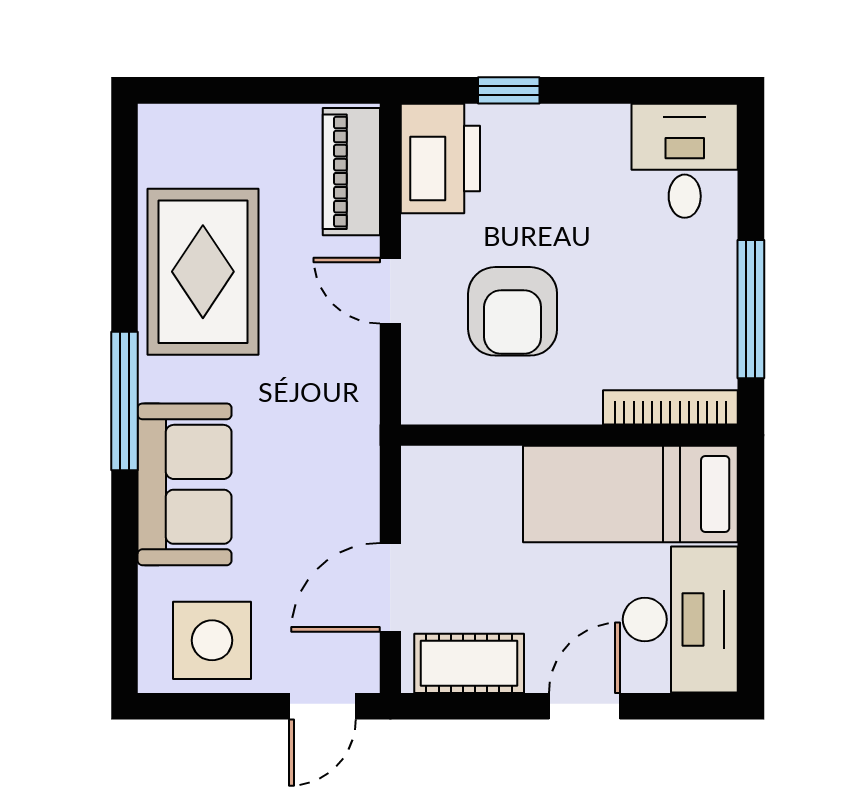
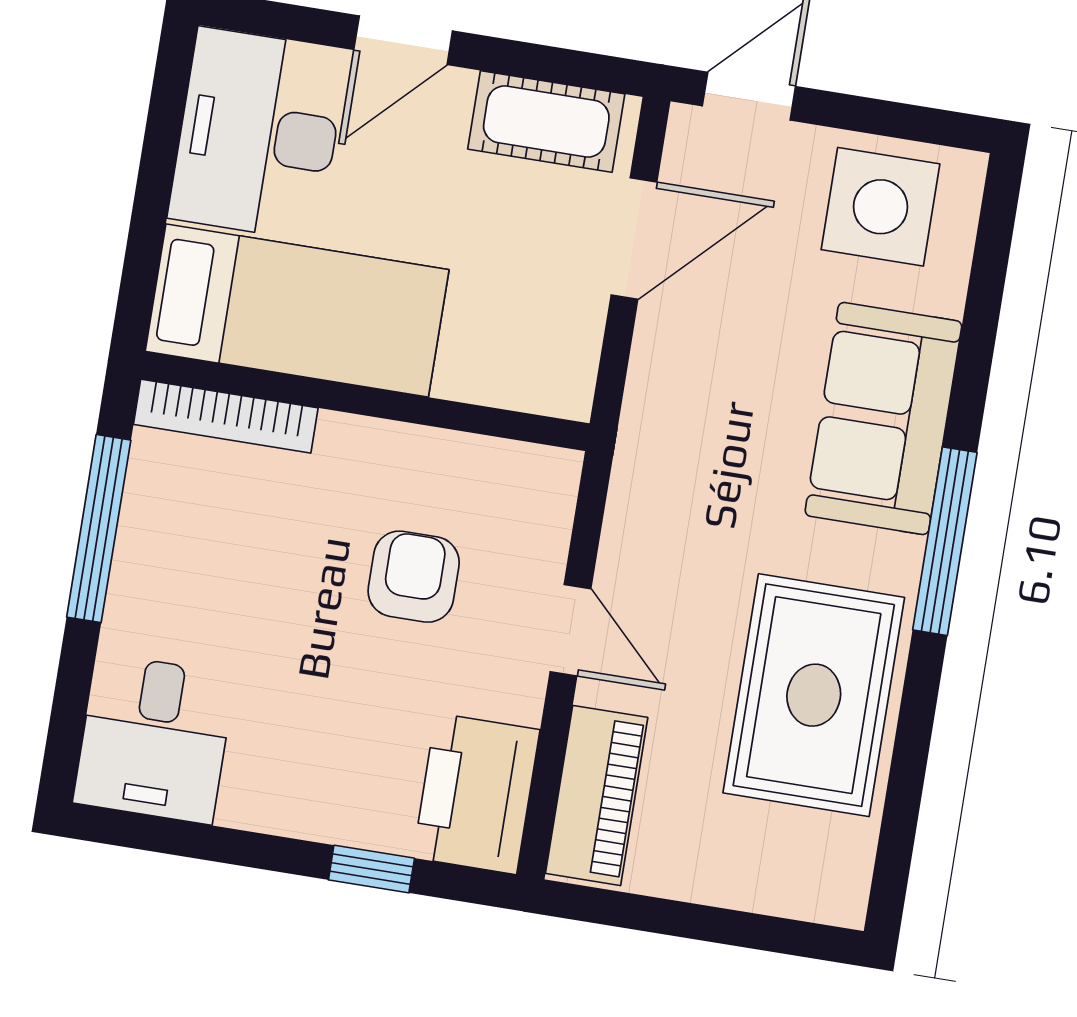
armchair: (513, 311) -> (414, 577), width x0.72, depth x0.72

